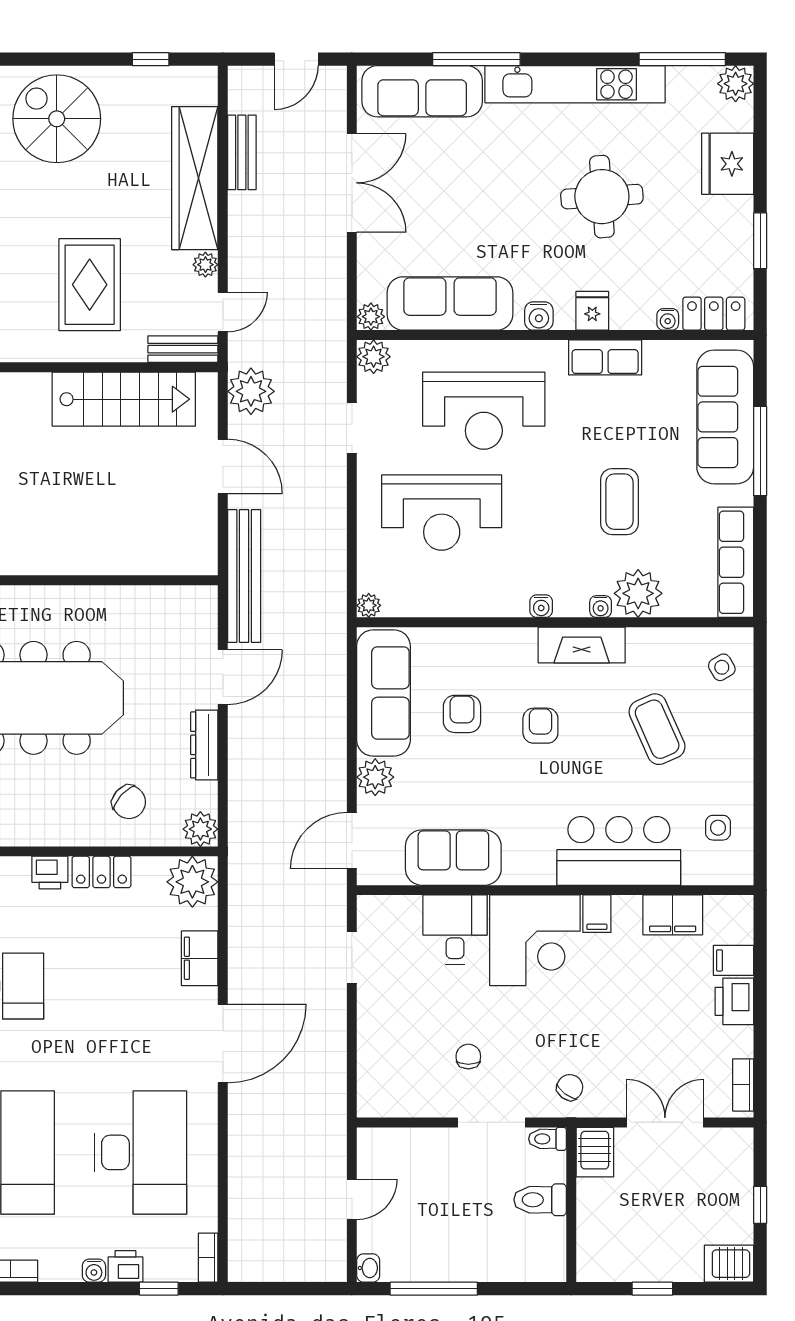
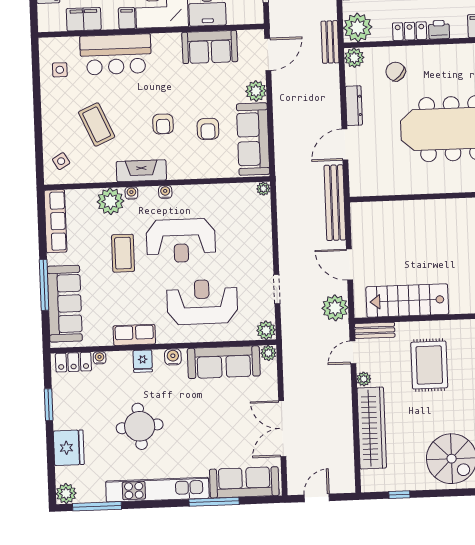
bench: (242, 152) -> (330, 42), moved
reception desk: (442, 513) -> (181, 241), moved, turned 180

